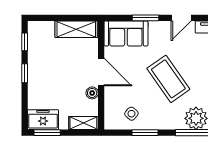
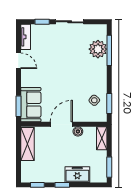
window: (146, 18) -> (18, 106), moved
coffee table: (168, 79) -> (67, 71), removed
freezer: (43, 120) -> (77, 175), moved, turned 90
window: (145, 133) -> (109, 103), moved

